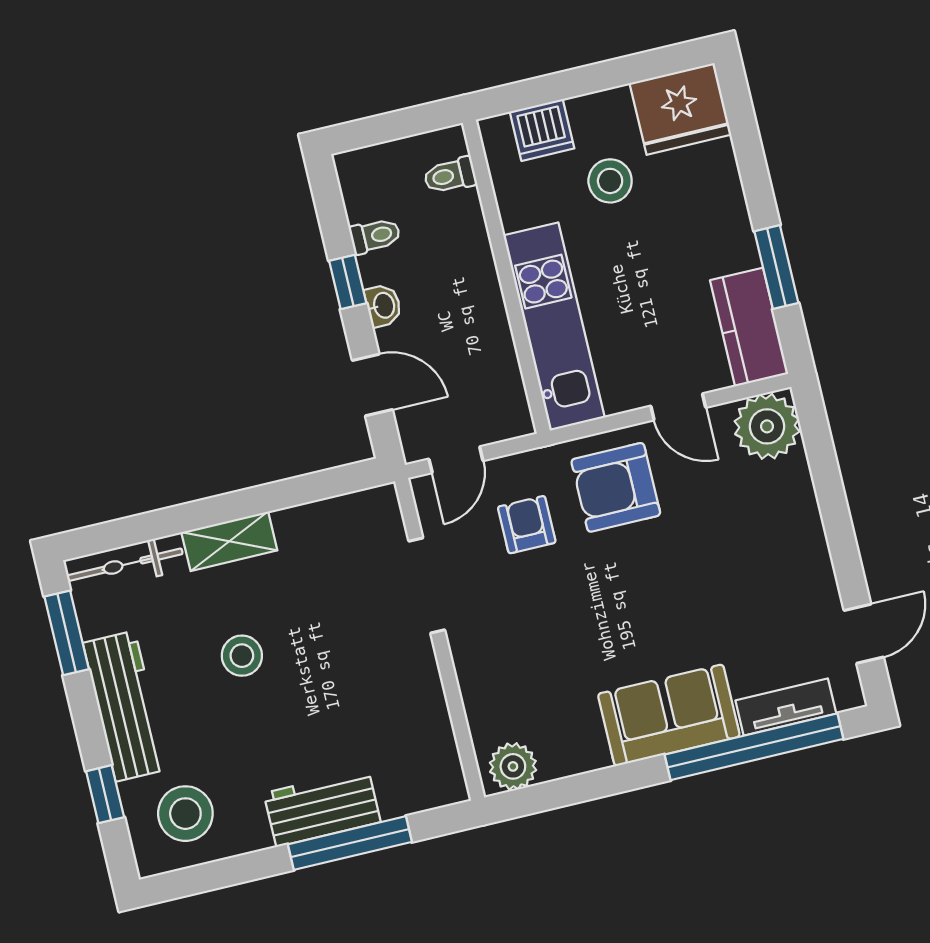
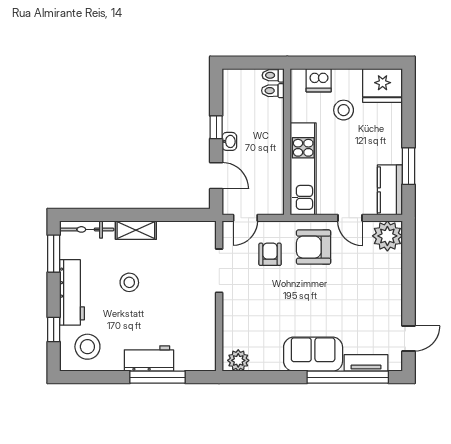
toilet: (375, 236) -> (273, 75), moved, turned 180

